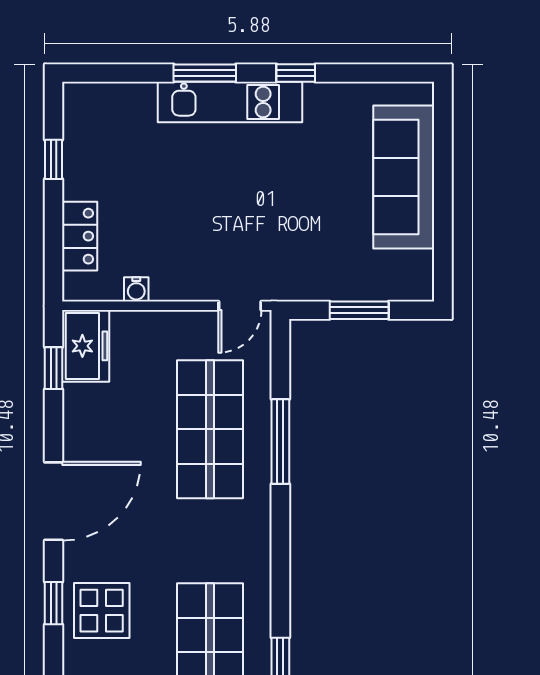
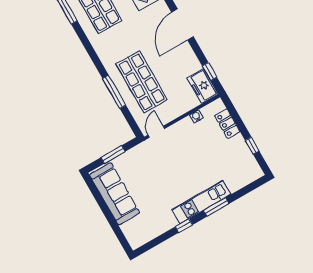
sofa: (404, 177) -> (115, 194), moved

